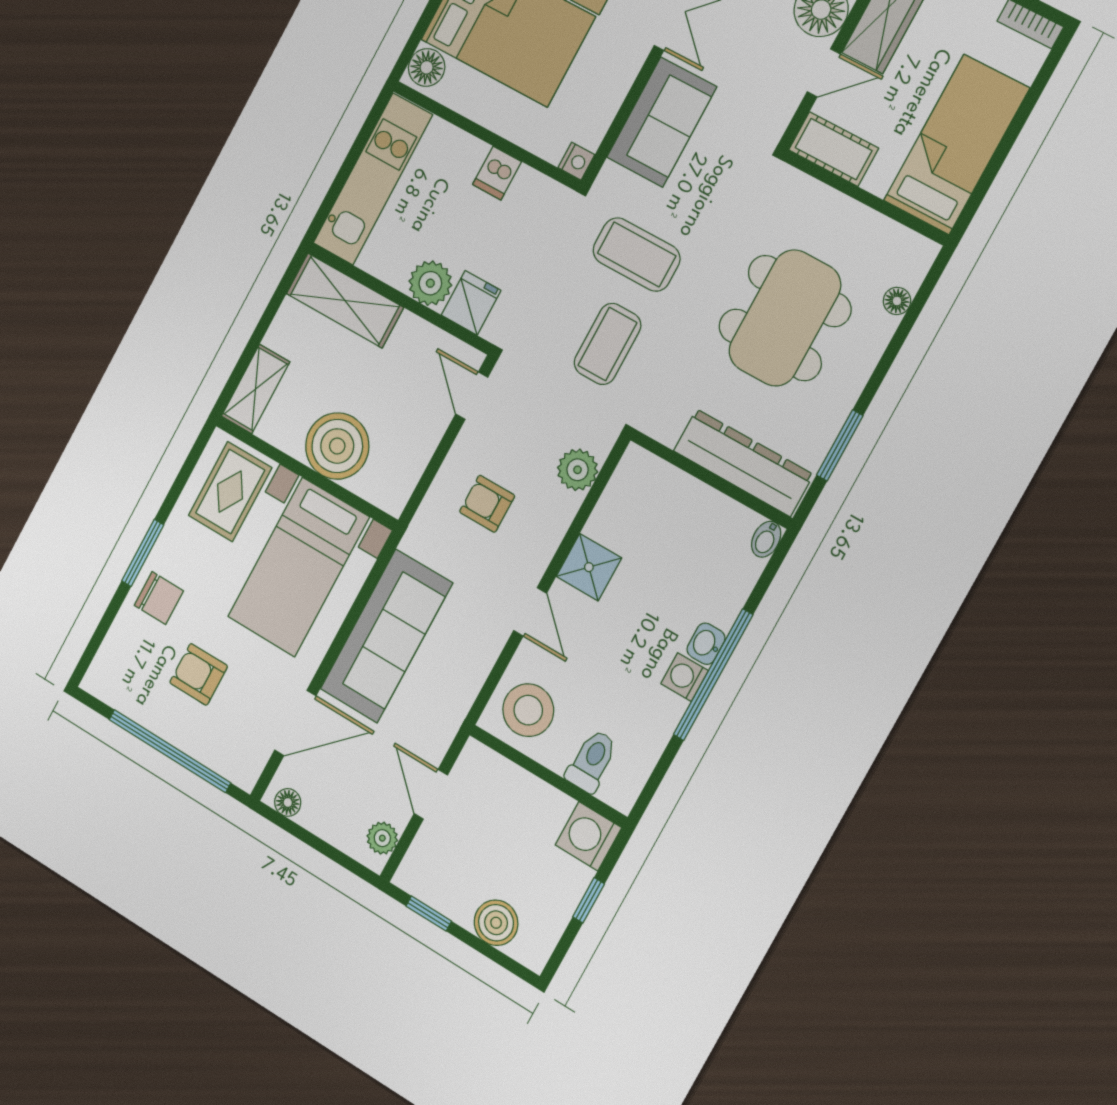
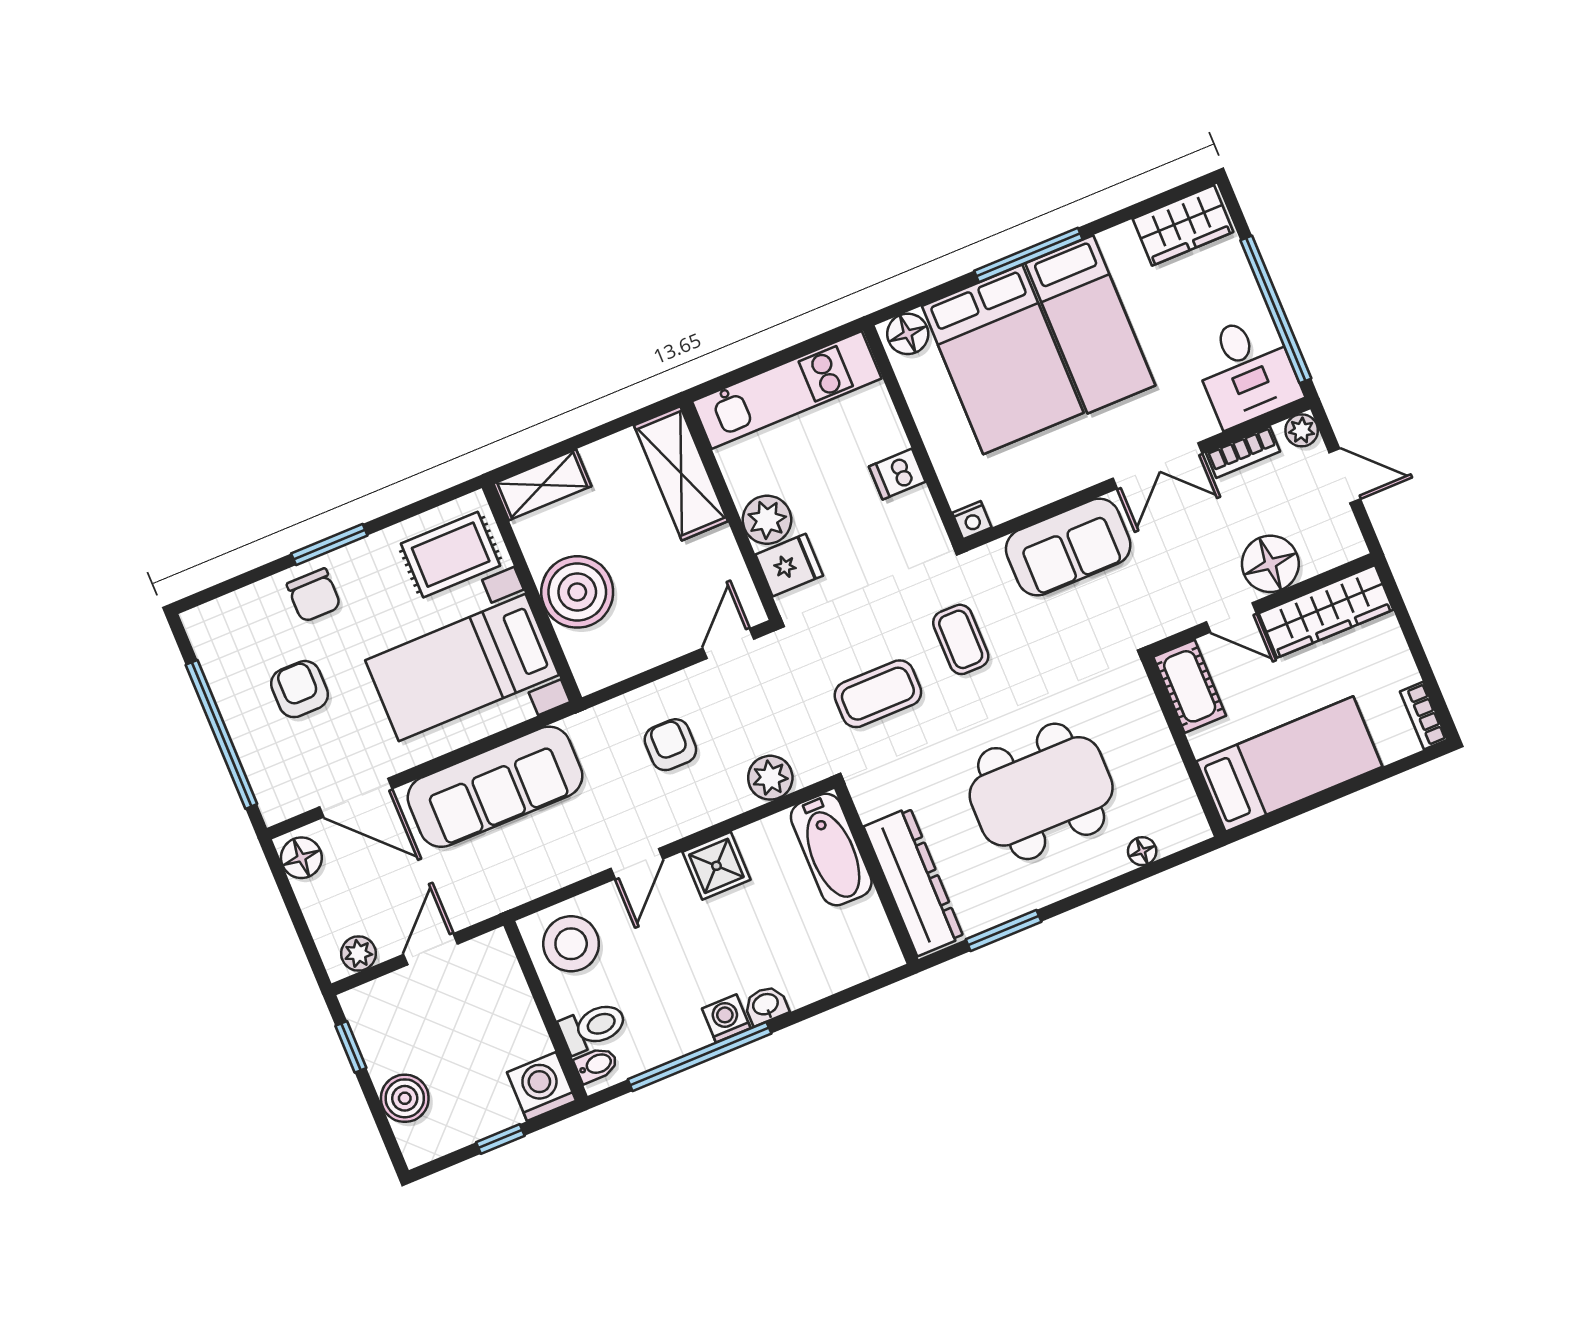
coffee table: (637, 254) -> (961, 639), width x0.73, depth x0.77
bathtub: (663, 487) -> (831, 850), added
bidet: (766, 539) -> (596, 1065), moved, turned 180
window: (713, 675) -> (700, 1056), moved
floor lamp: (288, 802) -> (301, 858), width x1.37, depth x1.37

